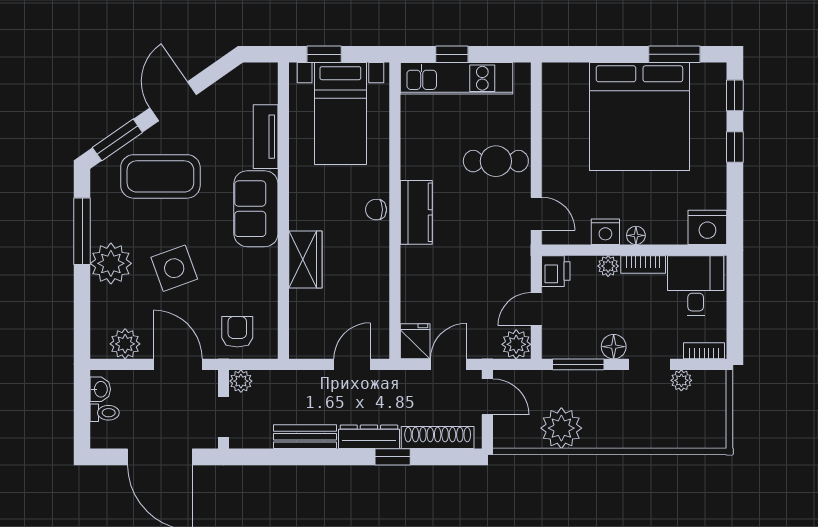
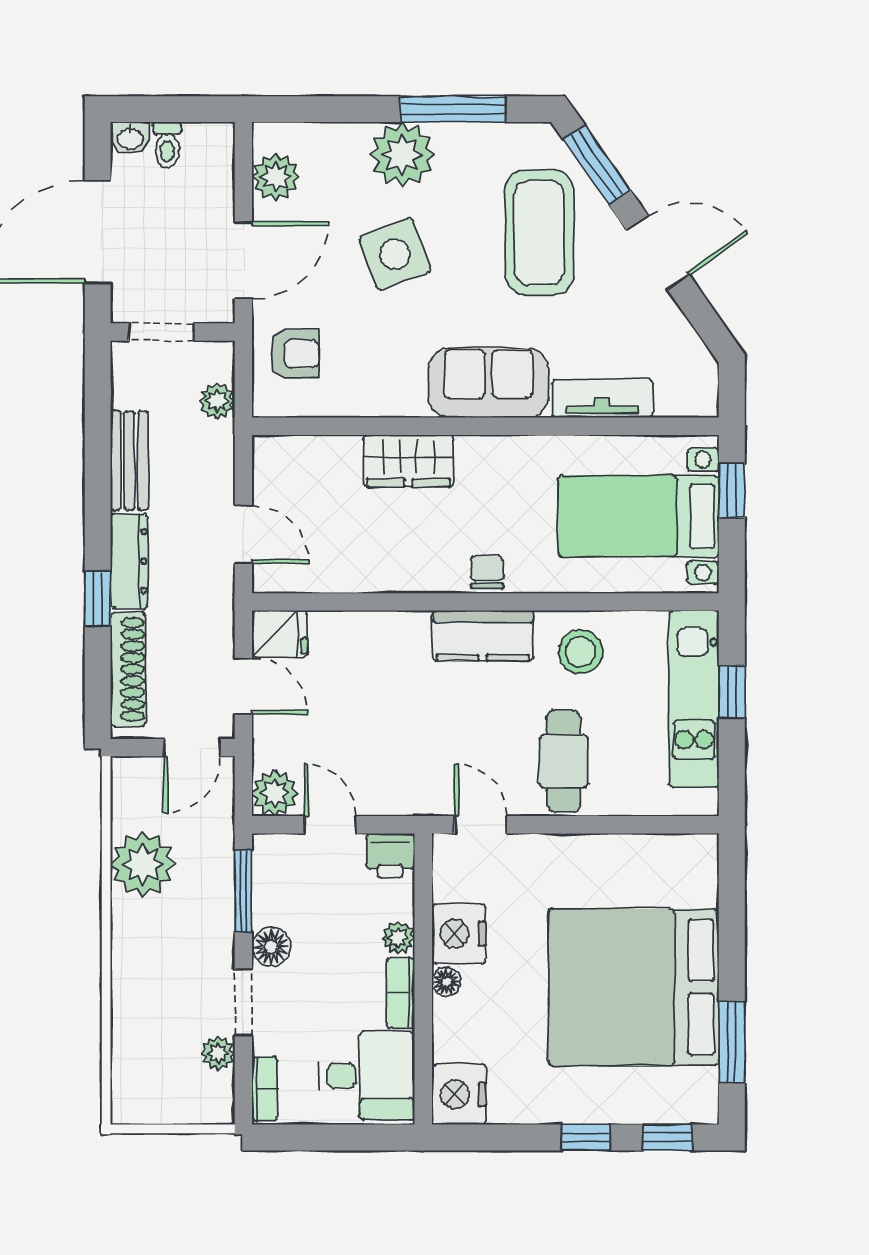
stool: (426, 150) -> (581, 652), added
door: (536, 214) -> (481, 825), swing flipped
nightstand: (605, 232) -> (459, 934), width x1.36, depth x1.33
plant: (241, 381) -> (217, 401), moved
washbasin: (100, 389) -> (130, 138), moved

